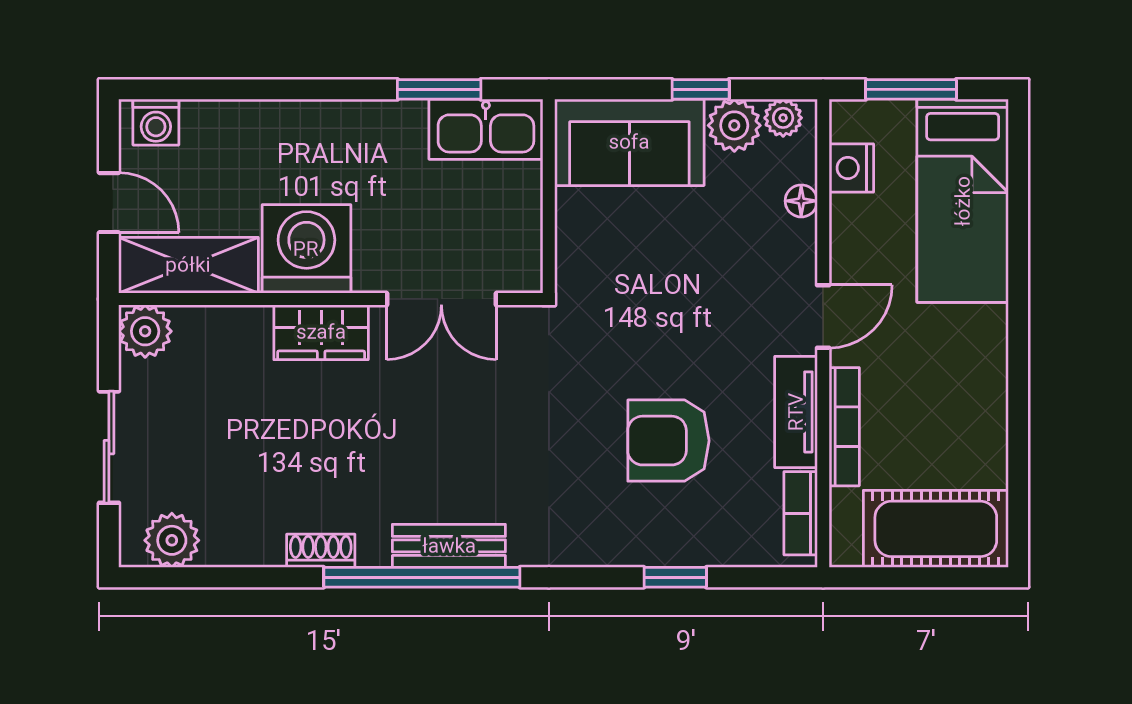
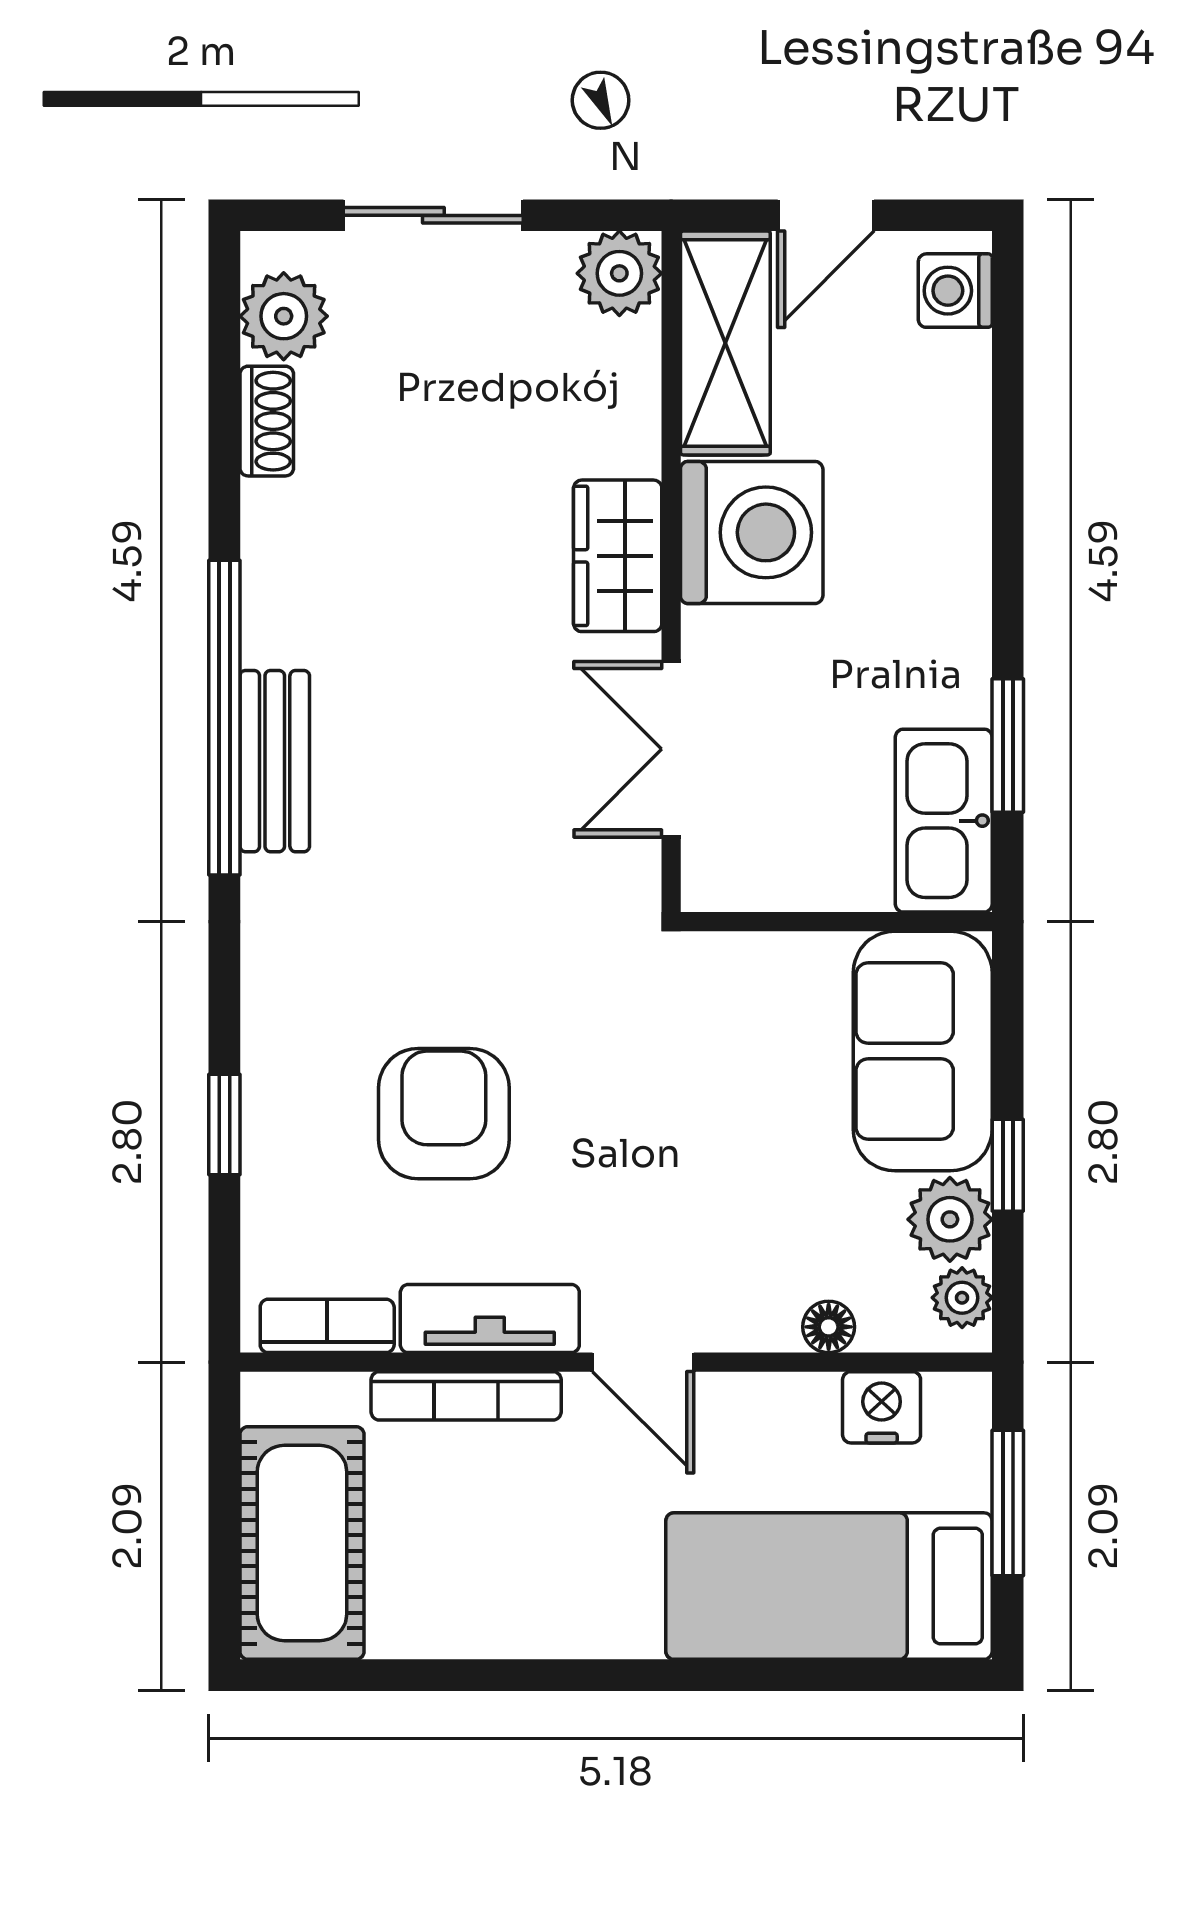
shoe rack: (321, 551) -> (267, 421), moved

